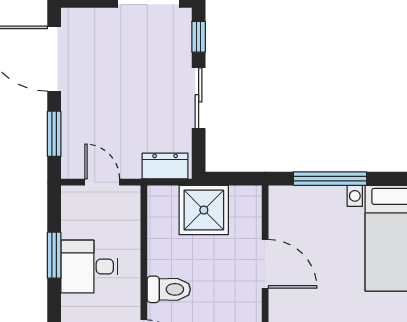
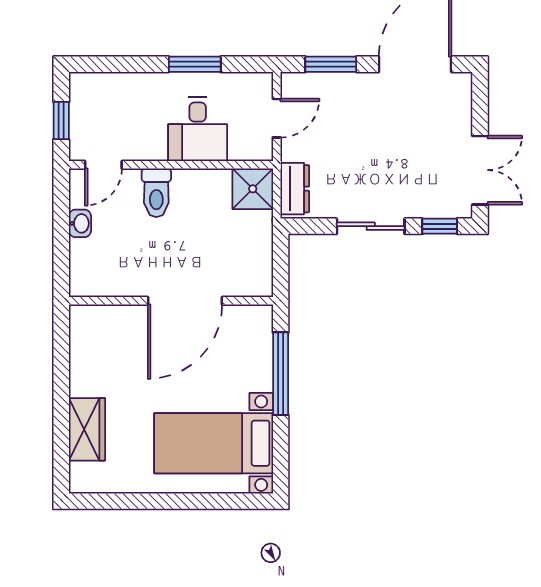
shower: (204, 210) -> (253, 189), moved, width x0.73, depth x0.73
door: (265, 264) -> (185, 301), width x1.36
desk: (89, 267) -> (198, 129), moved, turned 180

